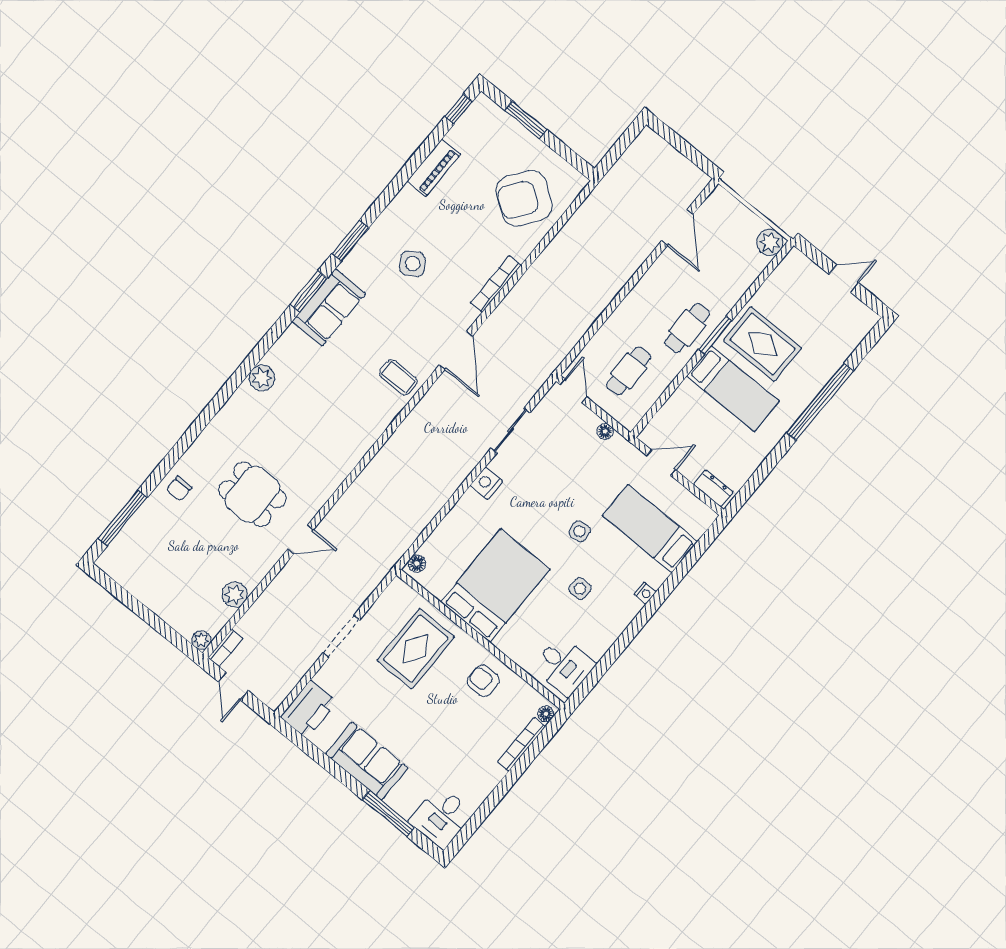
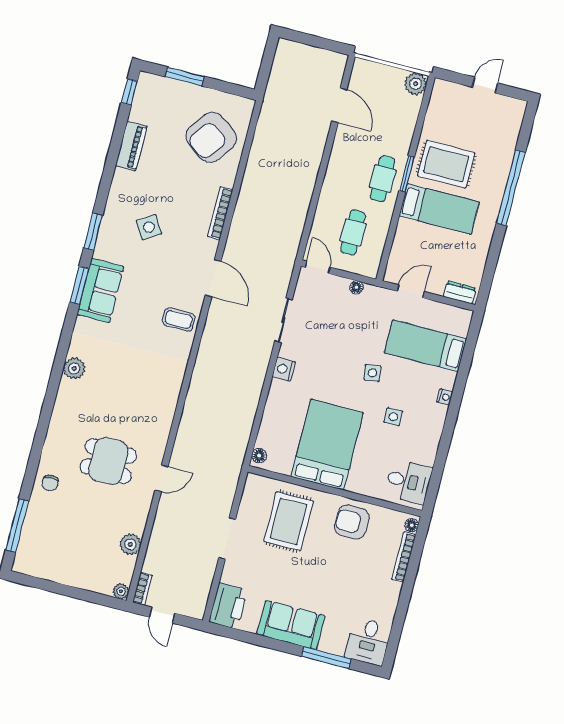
armchair: (483, 681) -> (352, 522), width x1.38, depth x1.38

